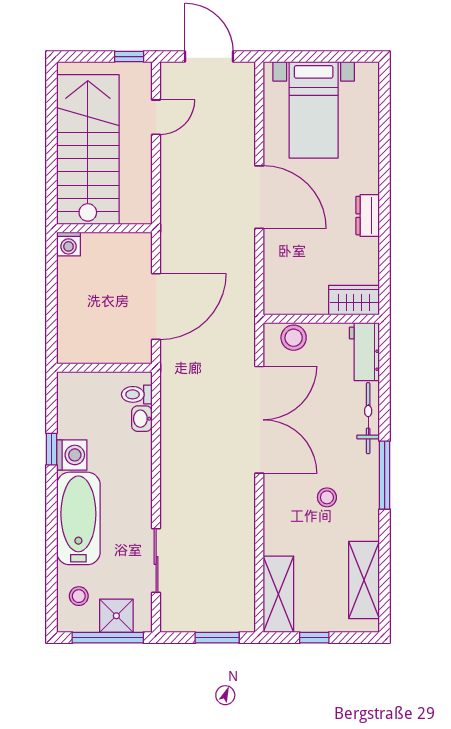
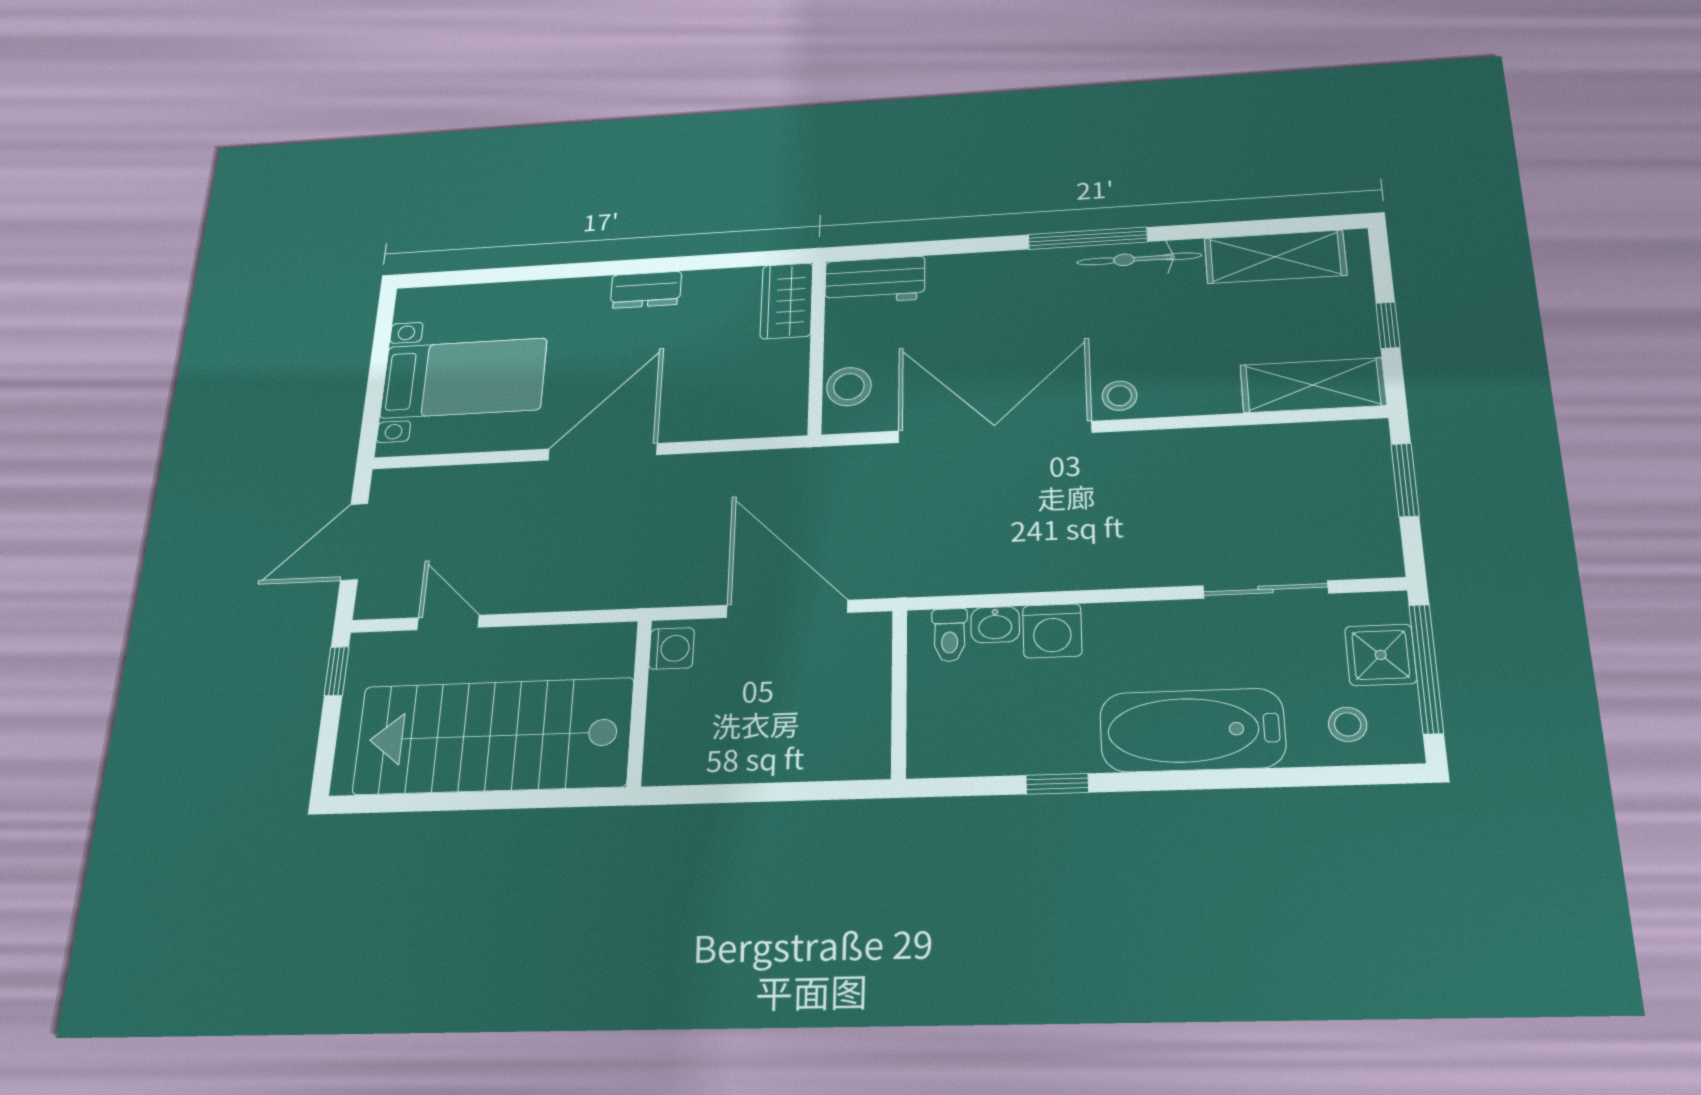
washing machine: (69, 244) -> (672, 648), moved
bicycle: (368, 418) -> (1139, 259), moved
washing machine: (72, 455) -> (1052, 631), moved, turned 180
stool: (327, 497) -> (1120, 396), moved

